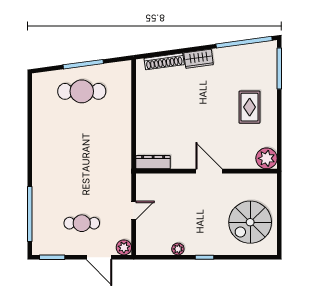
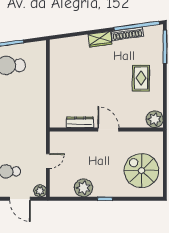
shoe rack: (164, 61) -> (127, 34), moved
dresser: (153, 162) -> (80, 122), moved
spiral stairs: (250, 222) -> (142, 171), turned 90
plant: (178, 249) -> (83, 188), width x1.88, depth x1.88

